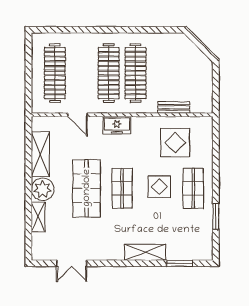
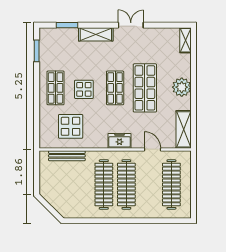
bench: (174, 107) -> (67, 156), width x1.36
shelving: (40, 154) -> (184, 129), moved
window: (216, 216) -> (37, 51), moved
shelving: (38, 217) -> (185, 40), moved
double door: (72, 263) -> (131, 25), moved

